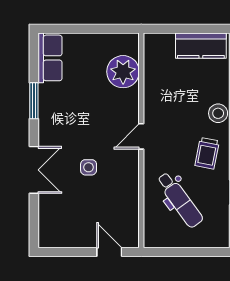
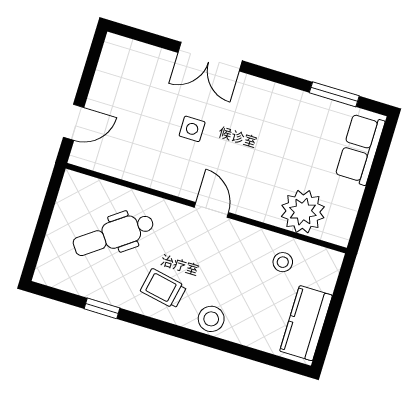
row of seats: (50, 58) -> (360, 149), moved, turned 90
stool: (163, 75) -> (283, 262), added
window: (34, 101) -> (334, 94), moved

